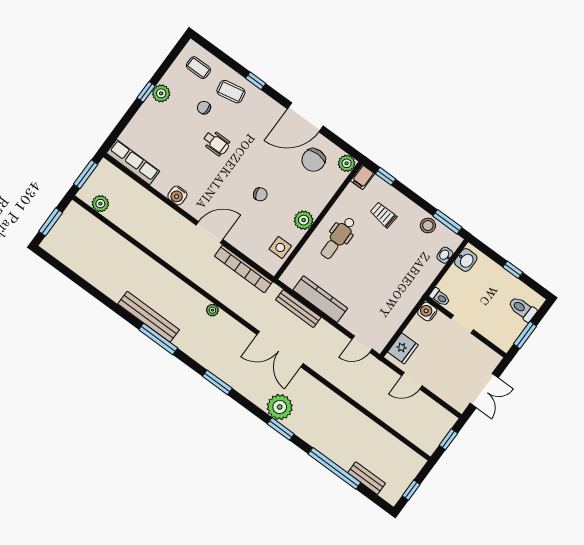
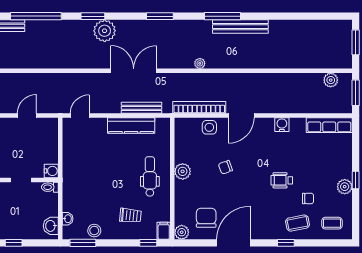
side table: (280, 247) -> (209, 127), moved
fridge: (403, 348) -> (49, 133), removed

